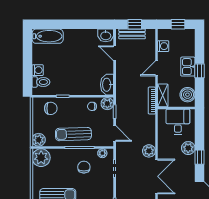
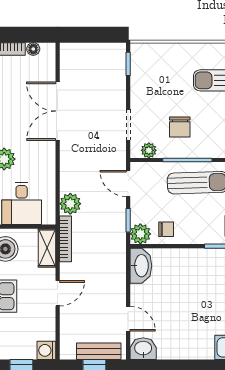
washing machine: (163, 46) -> (46, 350), moved
plant: (149, 151) -> (70, 204), moved

